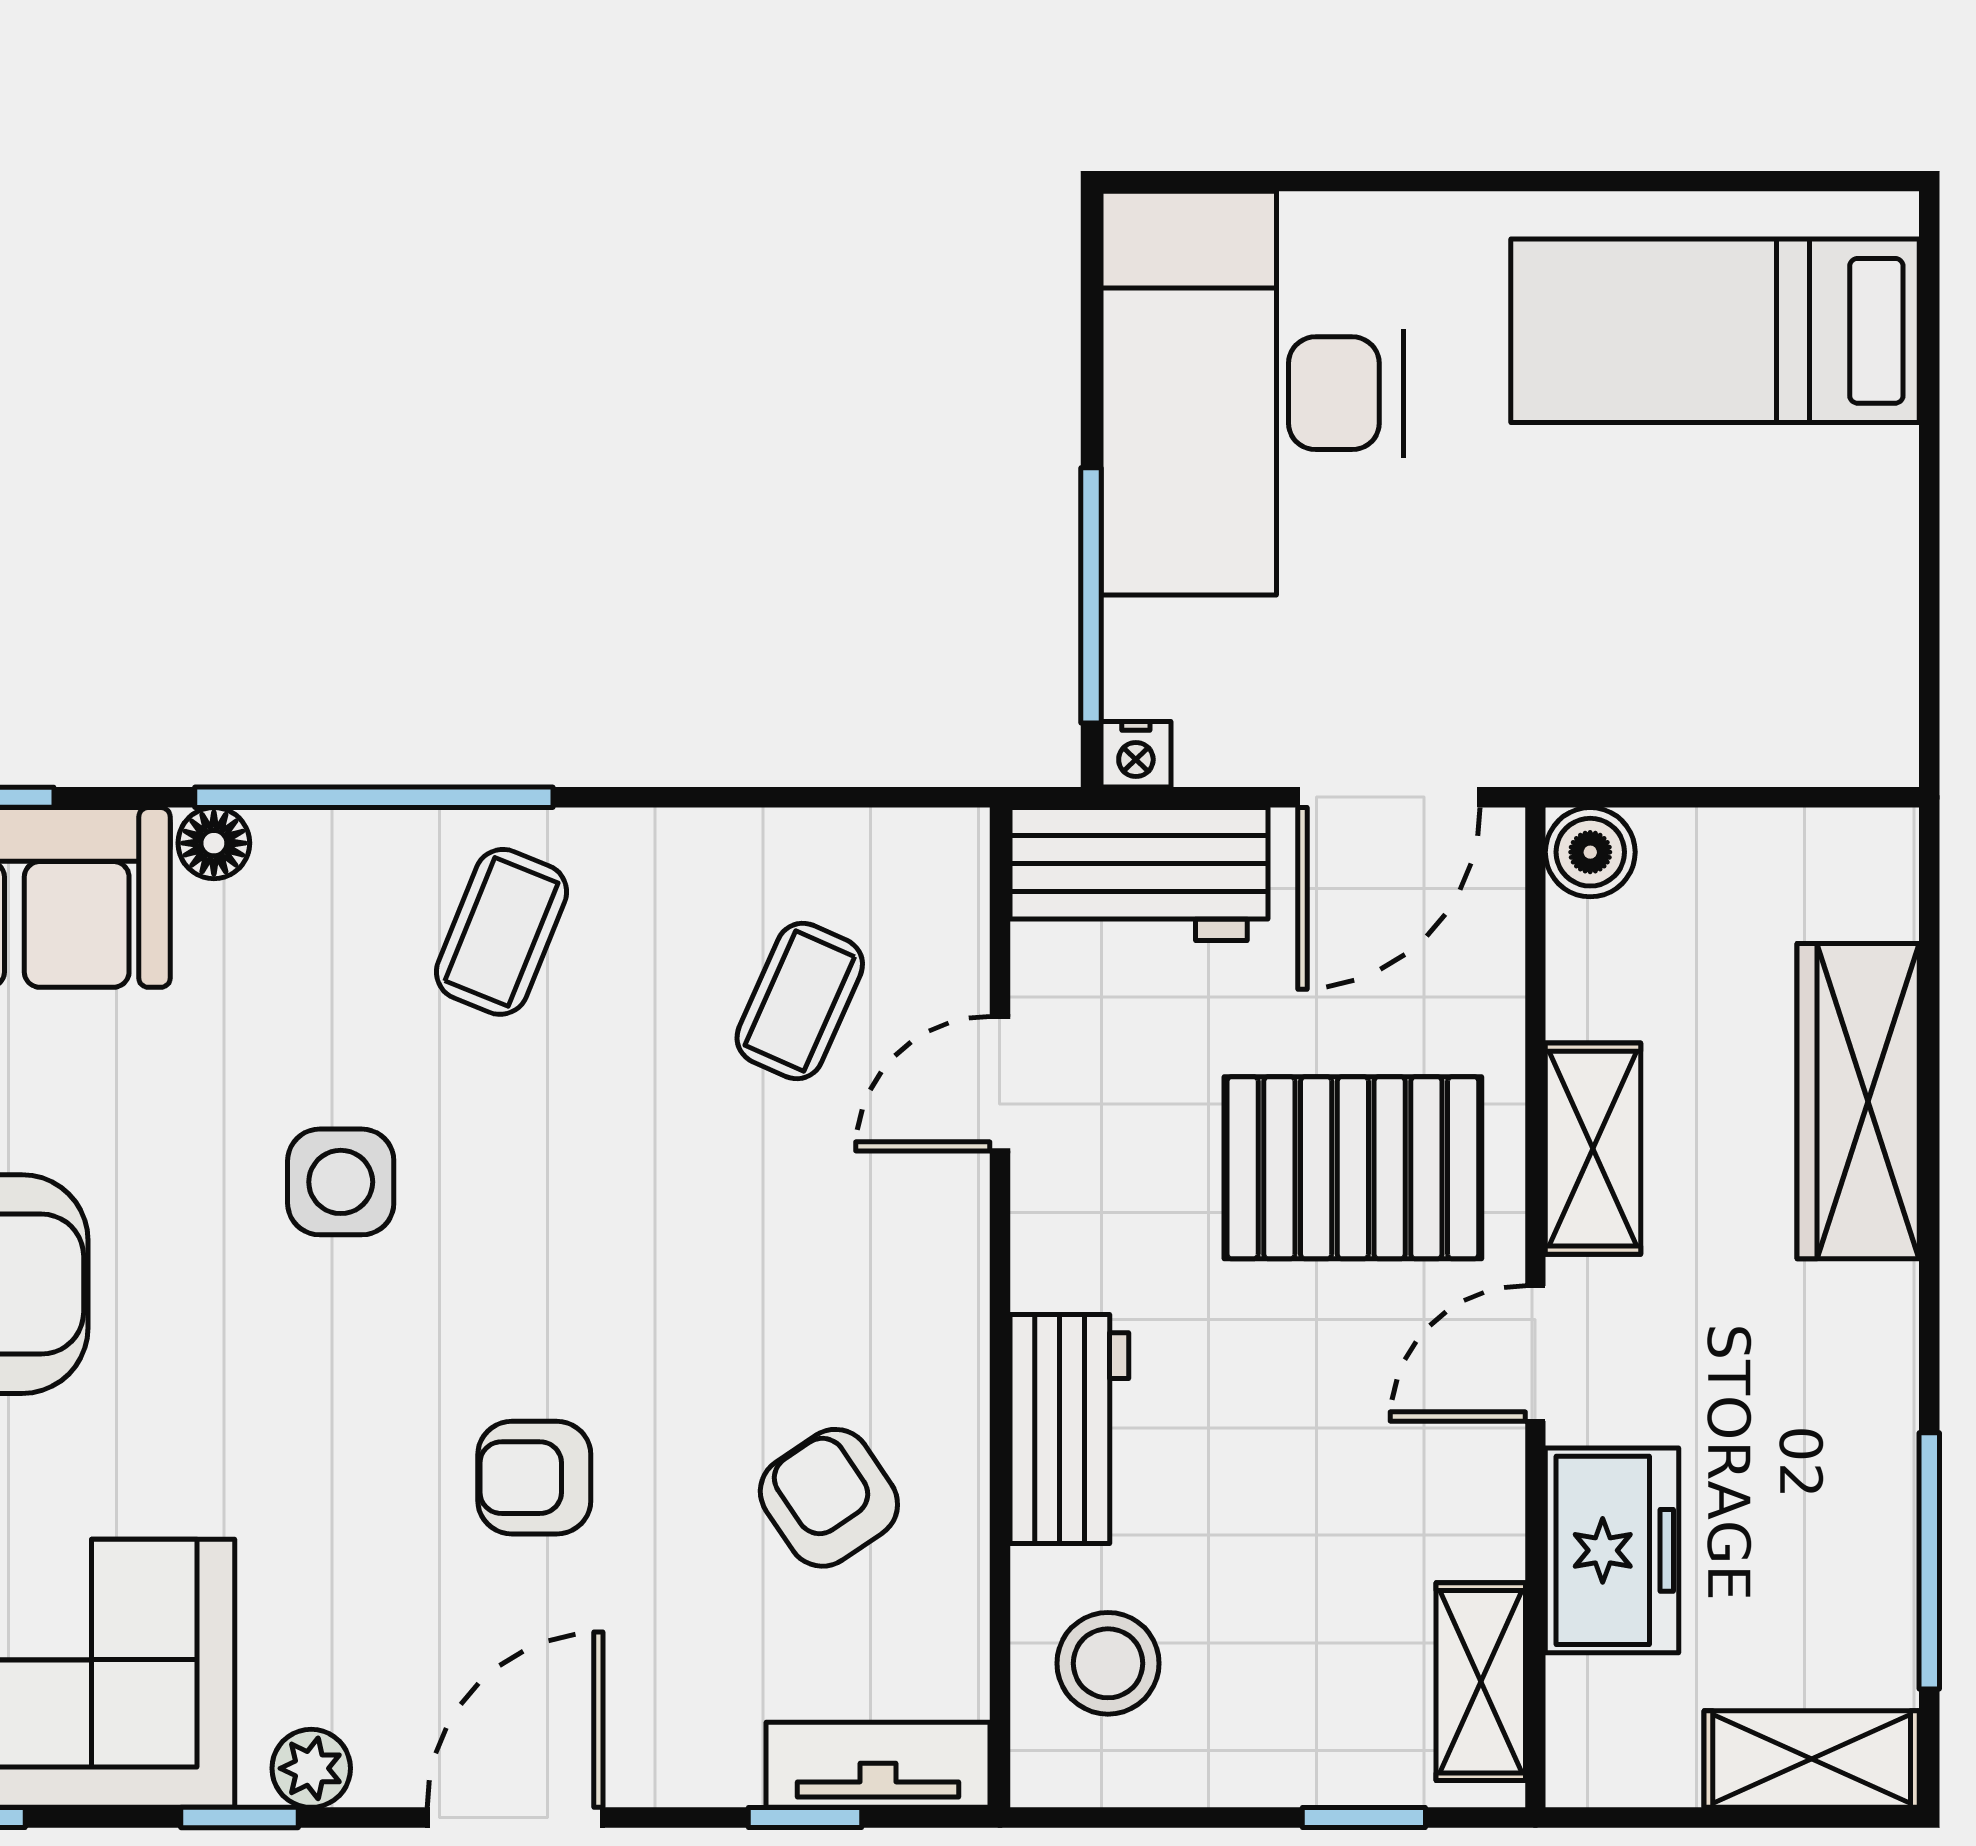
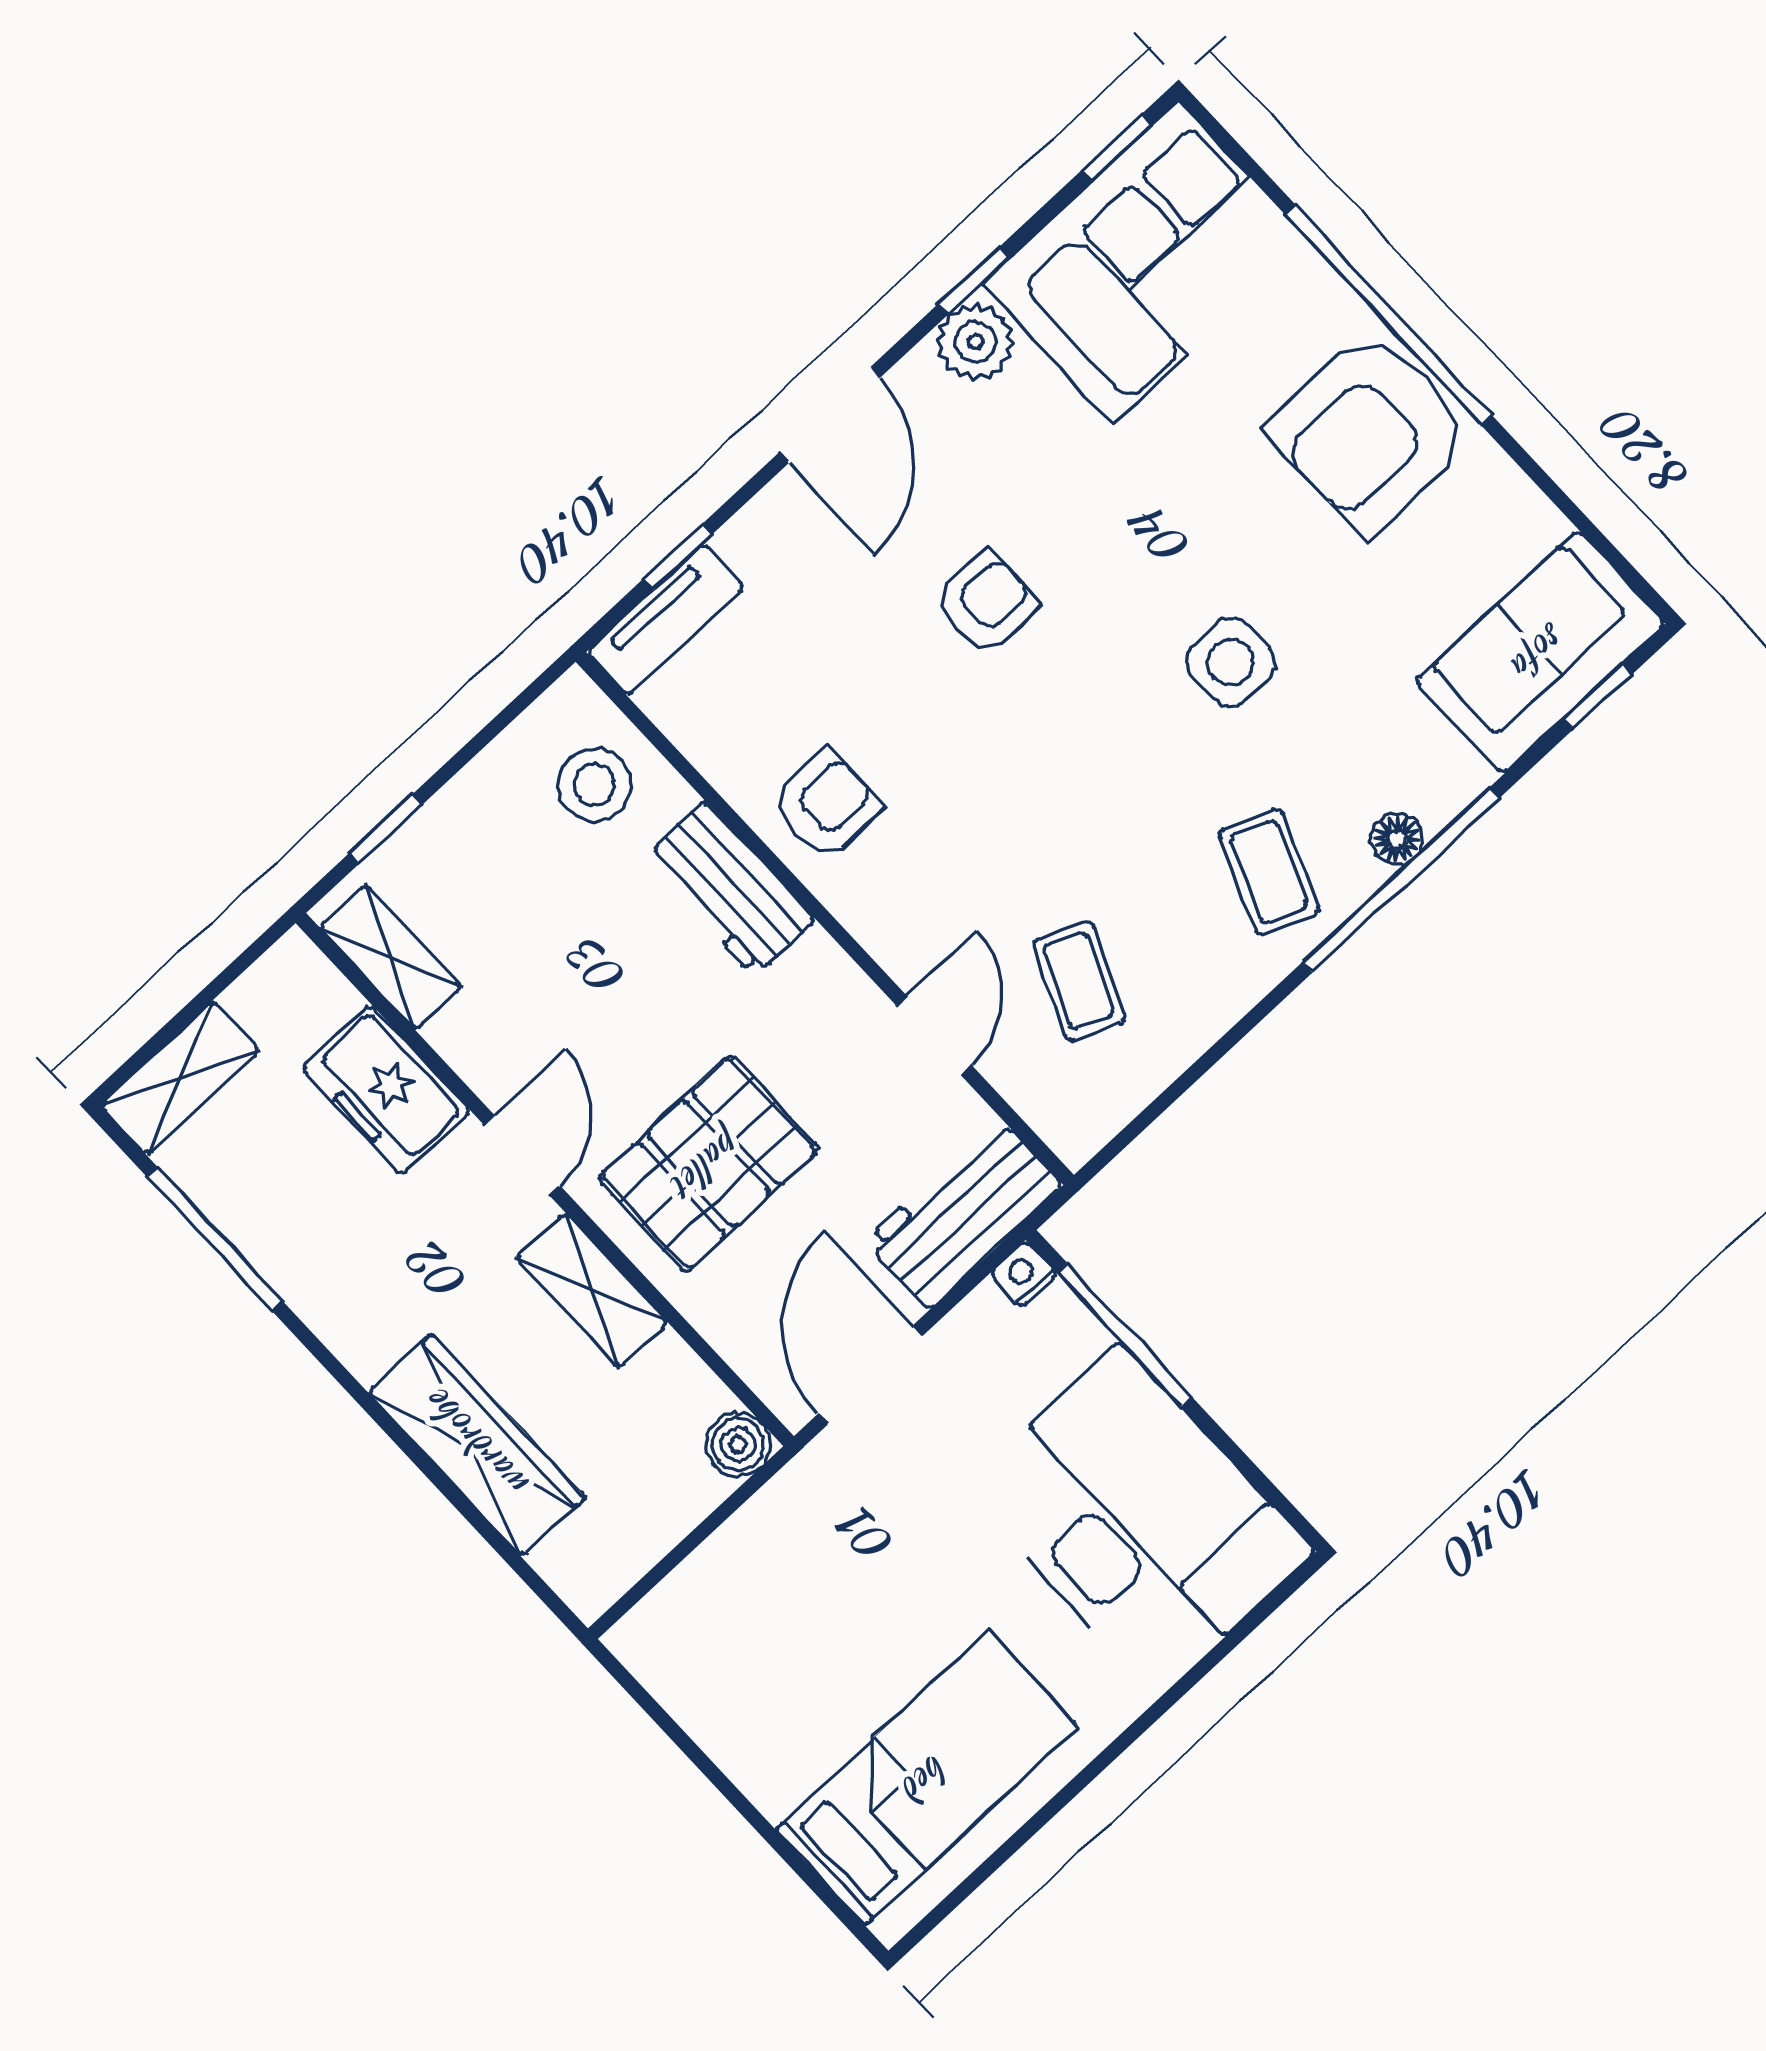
floor lamp: (214, 843) -> (1397, 839), moved
armchair: (829, 1498) -> (826, 805), moved, turned -56
plant: (311, 1768) -> (975, 342), width x1.38, depth x1.38

